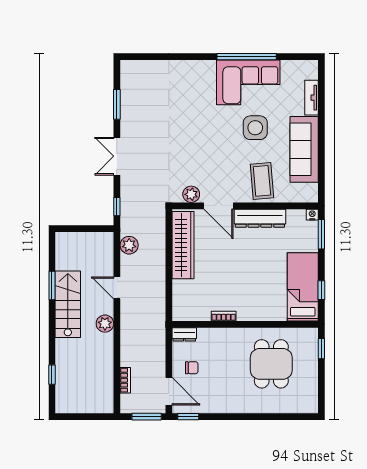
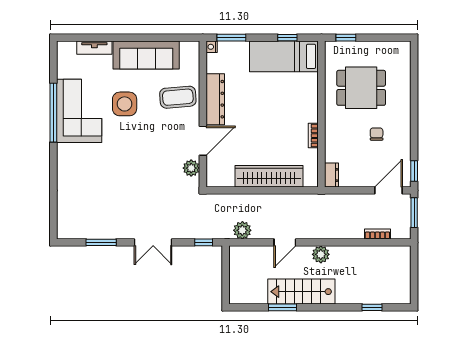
wardrobe: (183, 245) -> (269, 176), moved
chair: (192, 368) -> (377, 134), moved

